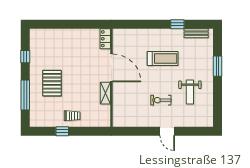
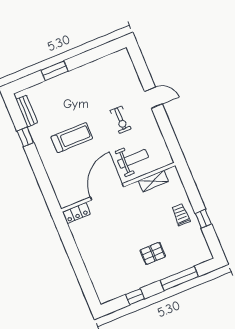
treadmill: (163, 58) -> (72, 138), turned 90
pallet: (52, 83) -> (153, 253), width x0.67, depth x0.71
weight bench: (190, 92) -> (133, 159), moved
shelving: (105, 93) -> (153, 181), moved
door: (167, 131) -> (153, 98), hinge flipped

